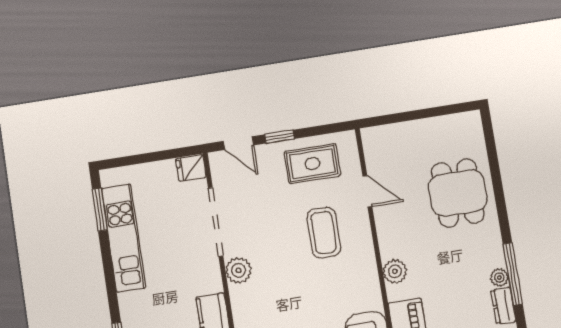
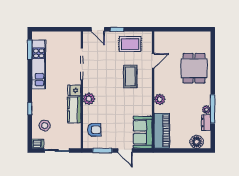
fridge: (191, 168) -> (74, 90), moved
door: (367, 191) -> (153, 61), hinge flipped
plant: (239, 270) -> (89, 99), moved

